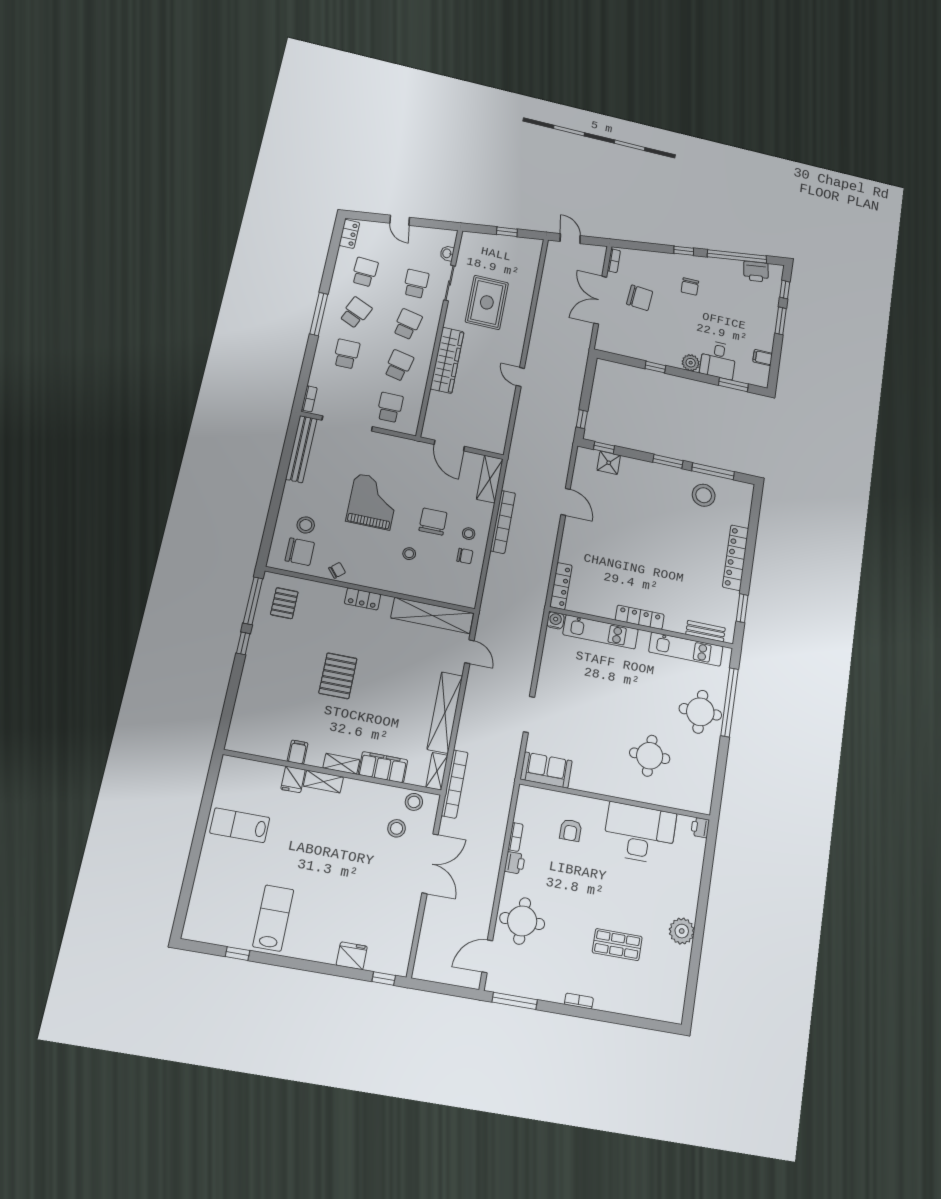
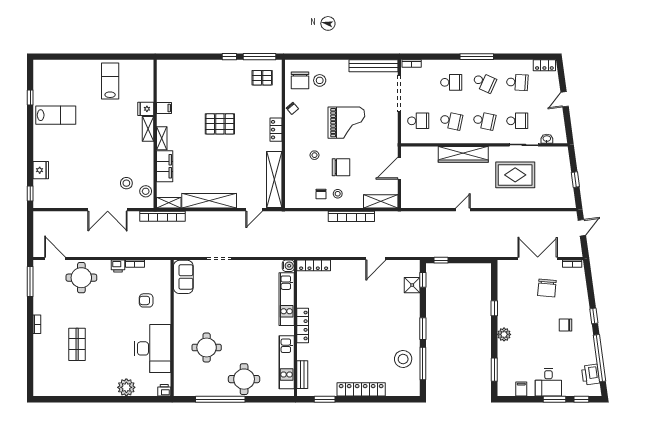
desk: (718, 360) -> (548, 382), moved, turned -90
window: (730, 702) -> (220, 399), moved
plant: (682, 931) -> (126, 387), moved

